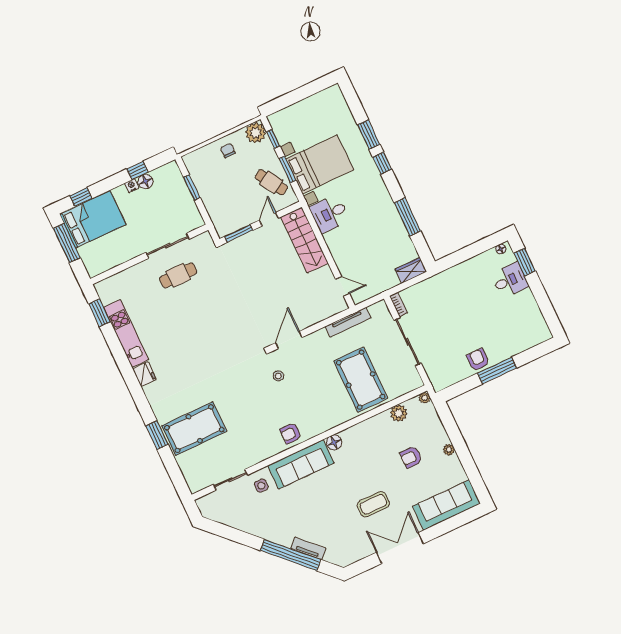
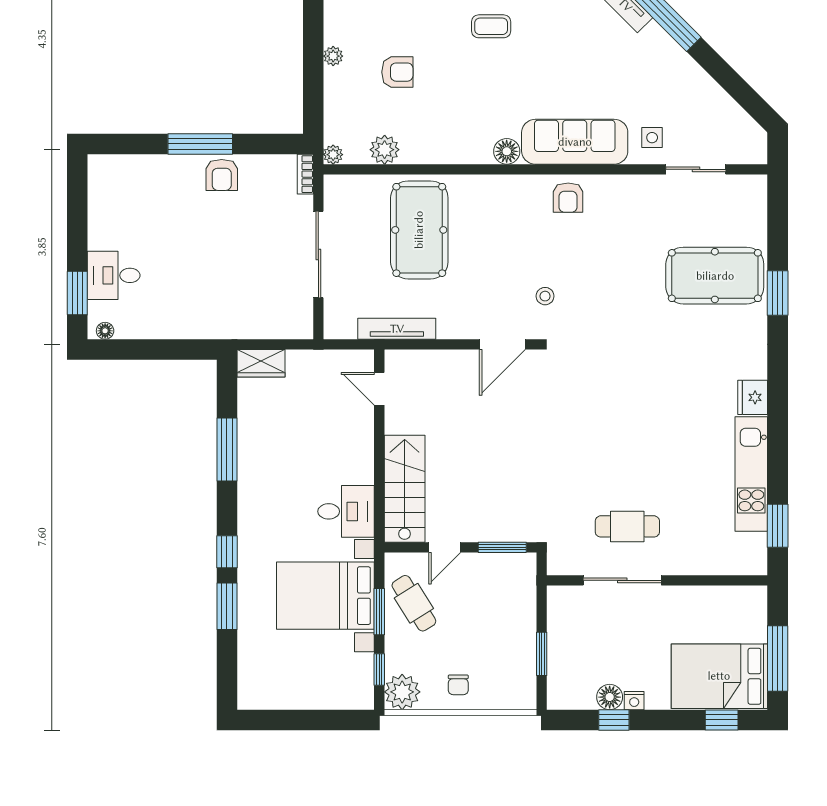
bookcase: (398, 304) -> (305, 174), moved
armchair: (291, 433) -> (568, 198), turned 90
coffee table: (373, 504) -> (491, 26), width x0.73, depth x0.77

